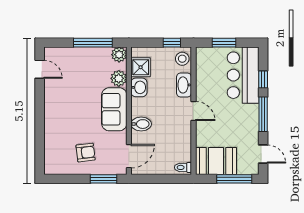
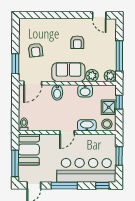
window: (172, 43) -> (119, 102), moved
shower: (141, 67) -> (109, 107), moved
door: (40, 69) -> (99, 15), hinge flipped
bar counter: (243, 75) -> (86, 170), width x1.36
window: (263, 79) -> (102, 186), moved
armchair: (75, 98) -> (77, 42), added
door: (129, 156) -> (33, 83), hinge flipped

